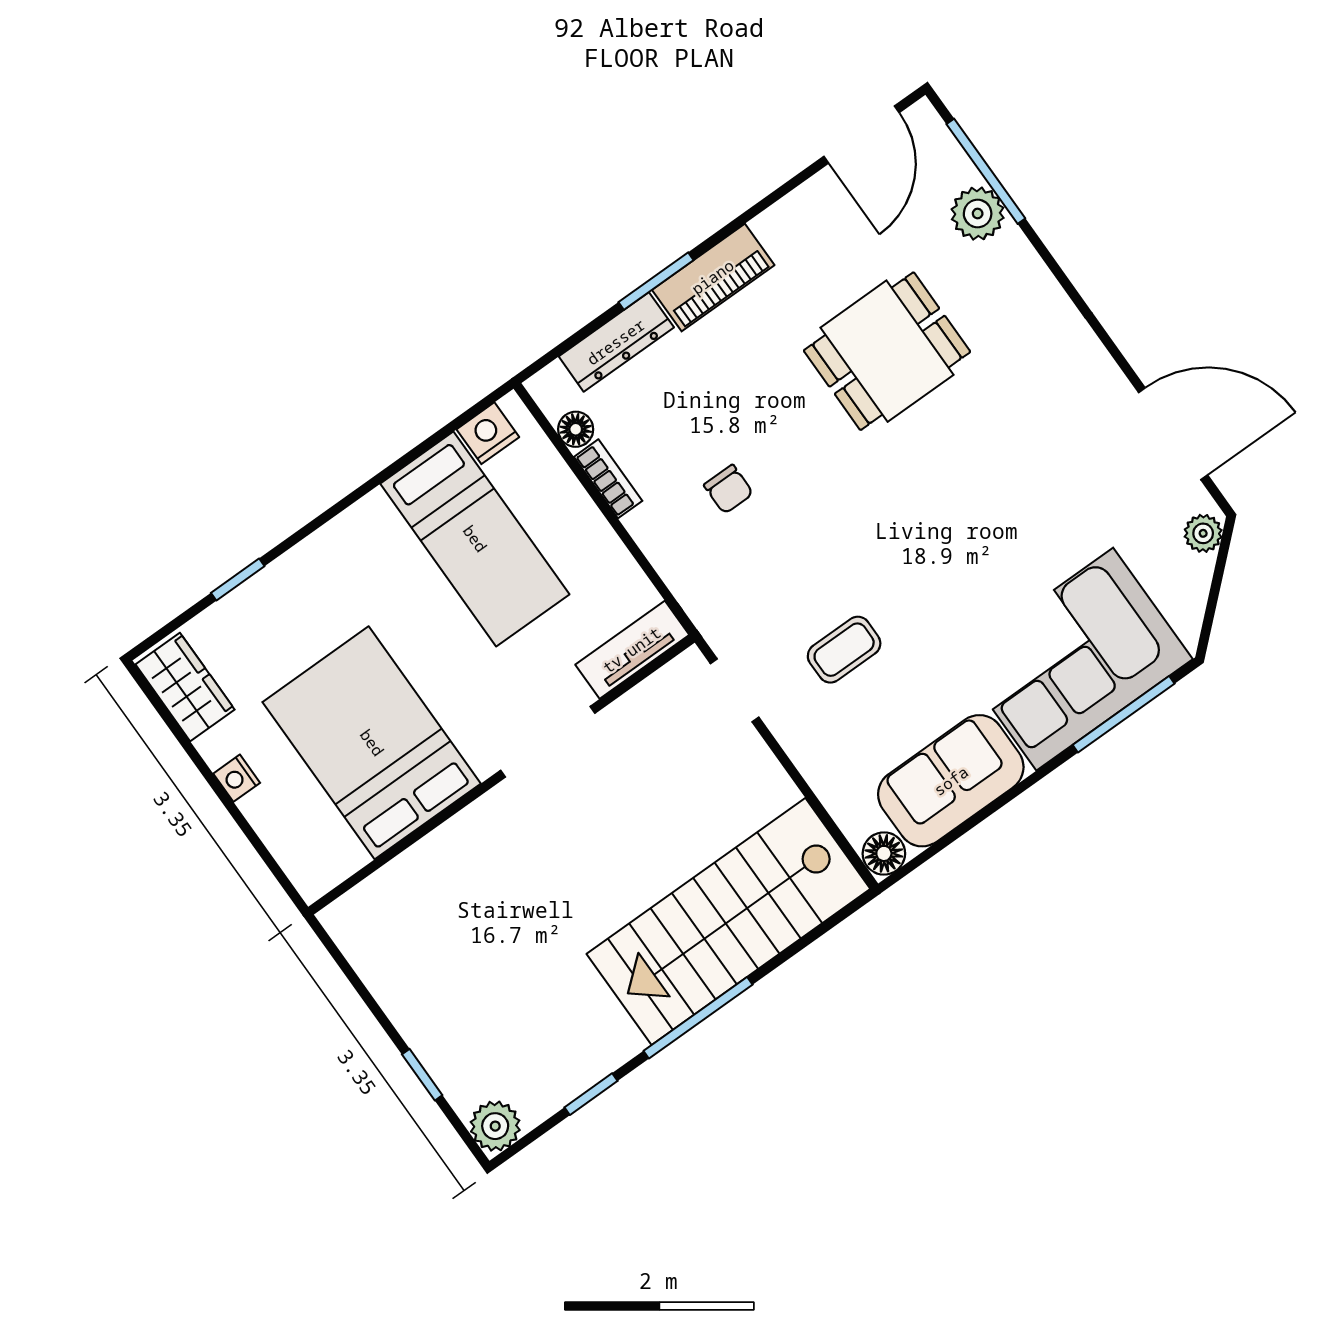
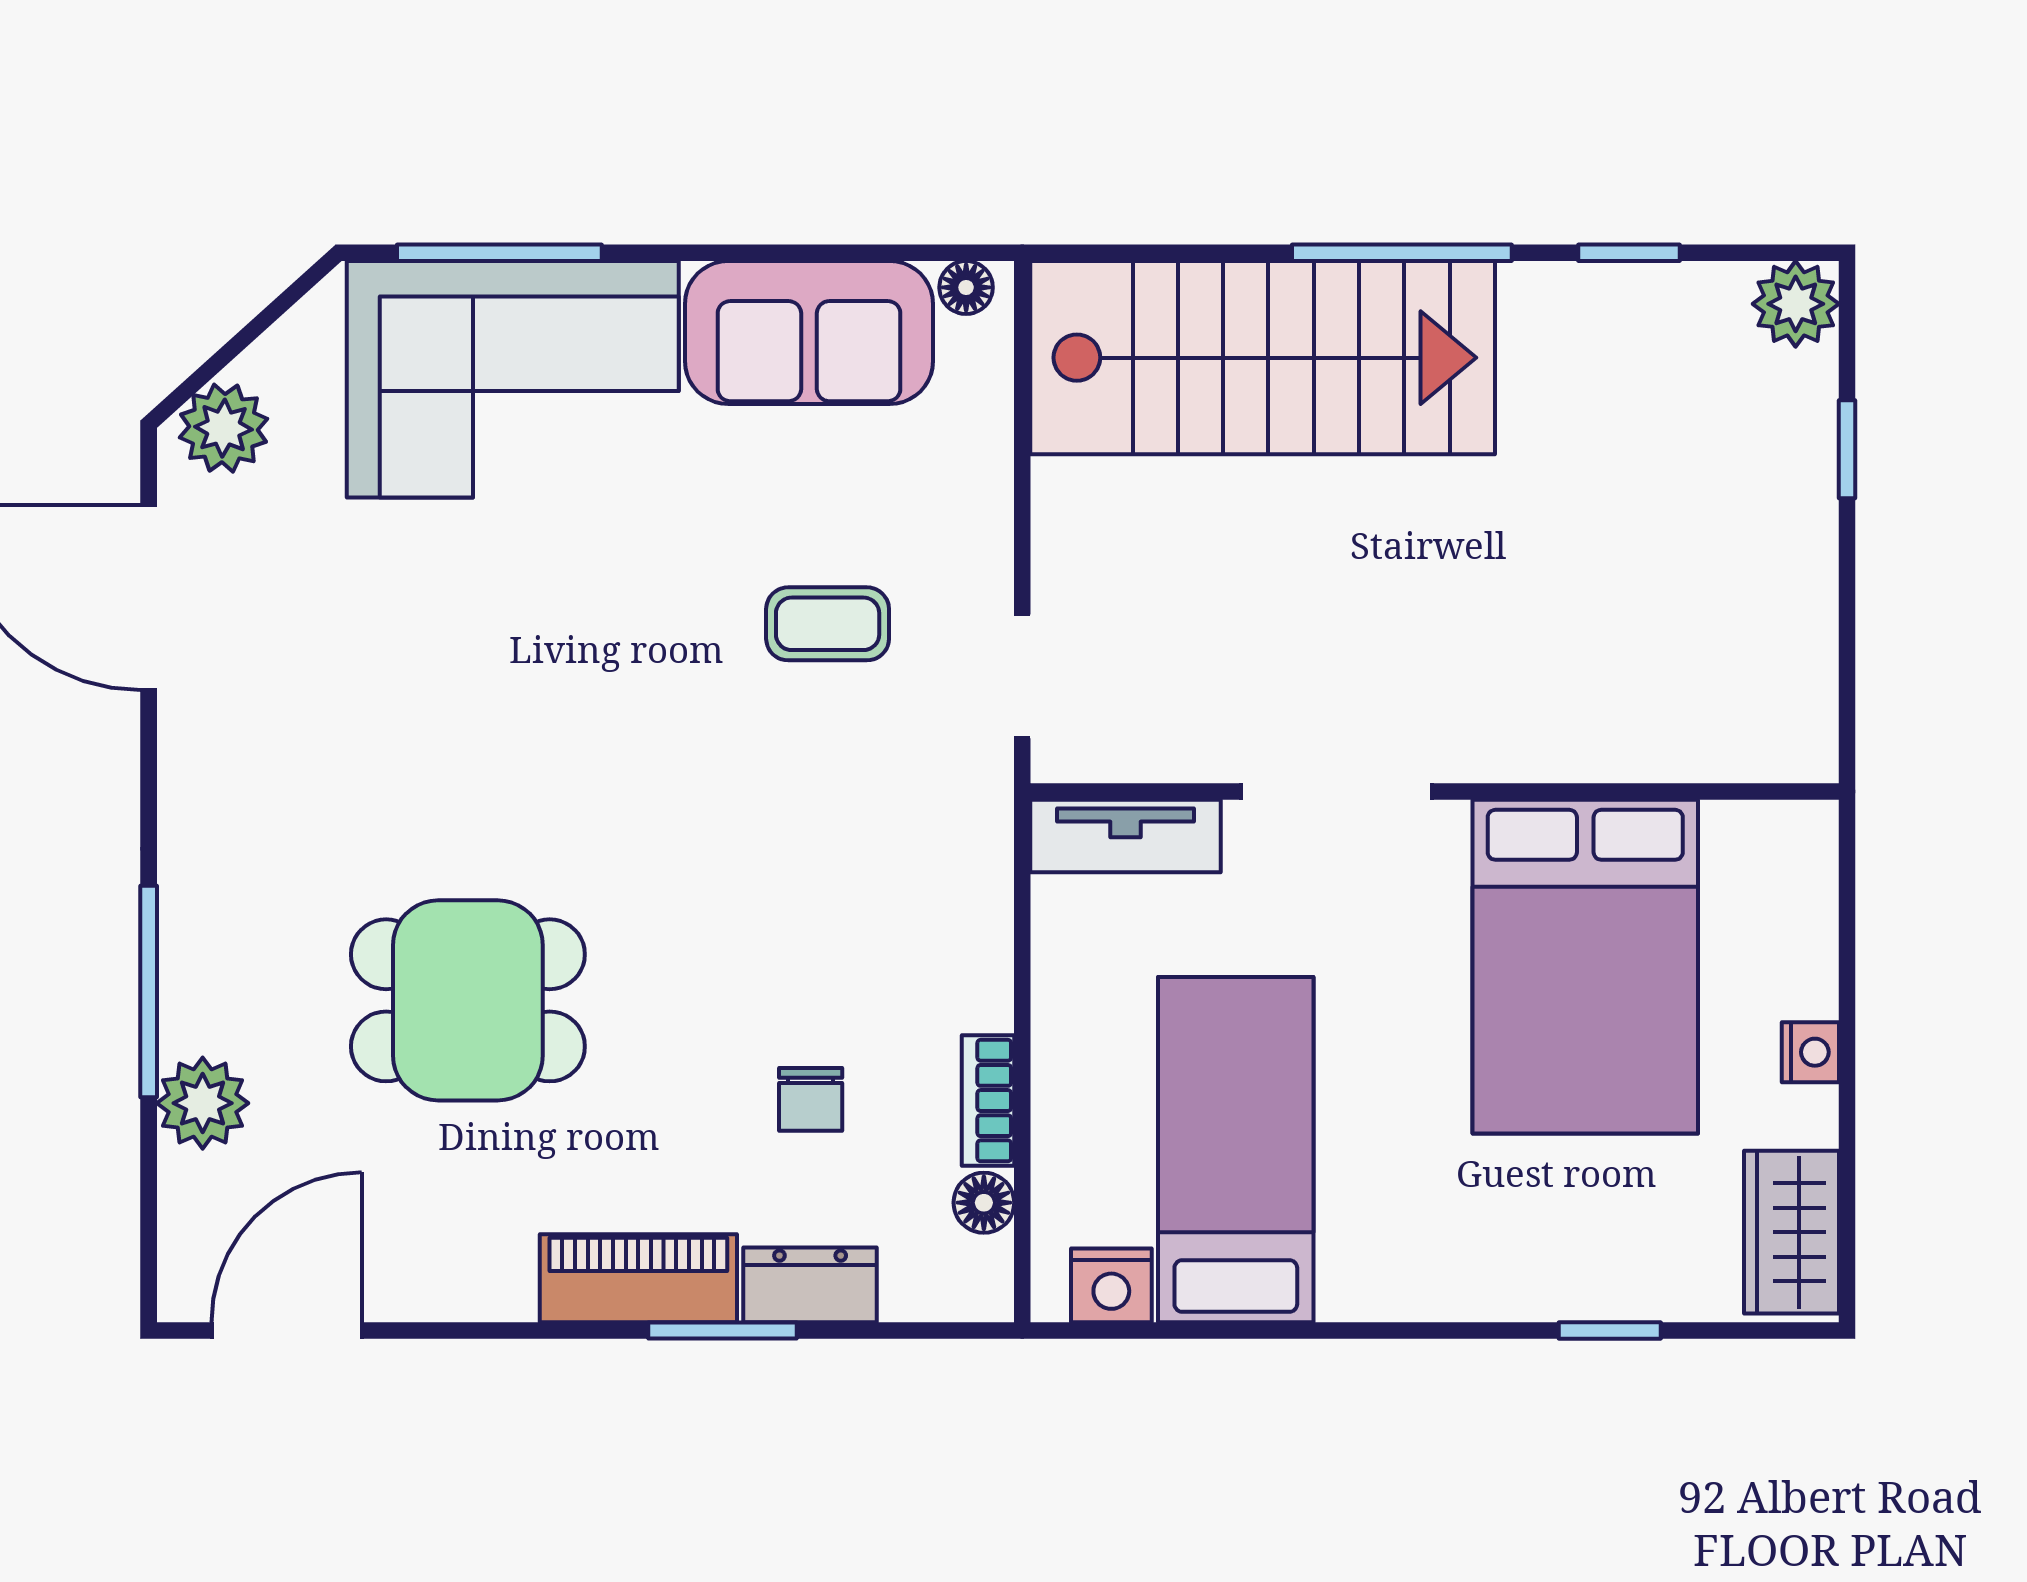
window: (986, 171) -> (149, 992), moved
dresser: (616, 342) -> (810, 1285), width x0.70
chair: (729, 489) -> (811, 1099), moved, turned 180
plant: (1203, 533) -> (224, 428), width x1.38, depth x1.38
floor lamp: (884, 853) -> (966, 287), width x0.73, depth x0.73

